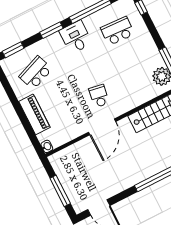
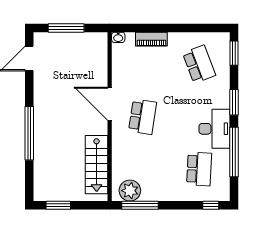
desk: (76, 37) -> (215, 129), width x1.37
school desk: (99, 96) -> (143, 117), width x1.85
piano: (34, 114) -> (151, 39), width x0.73, depth x0.75

